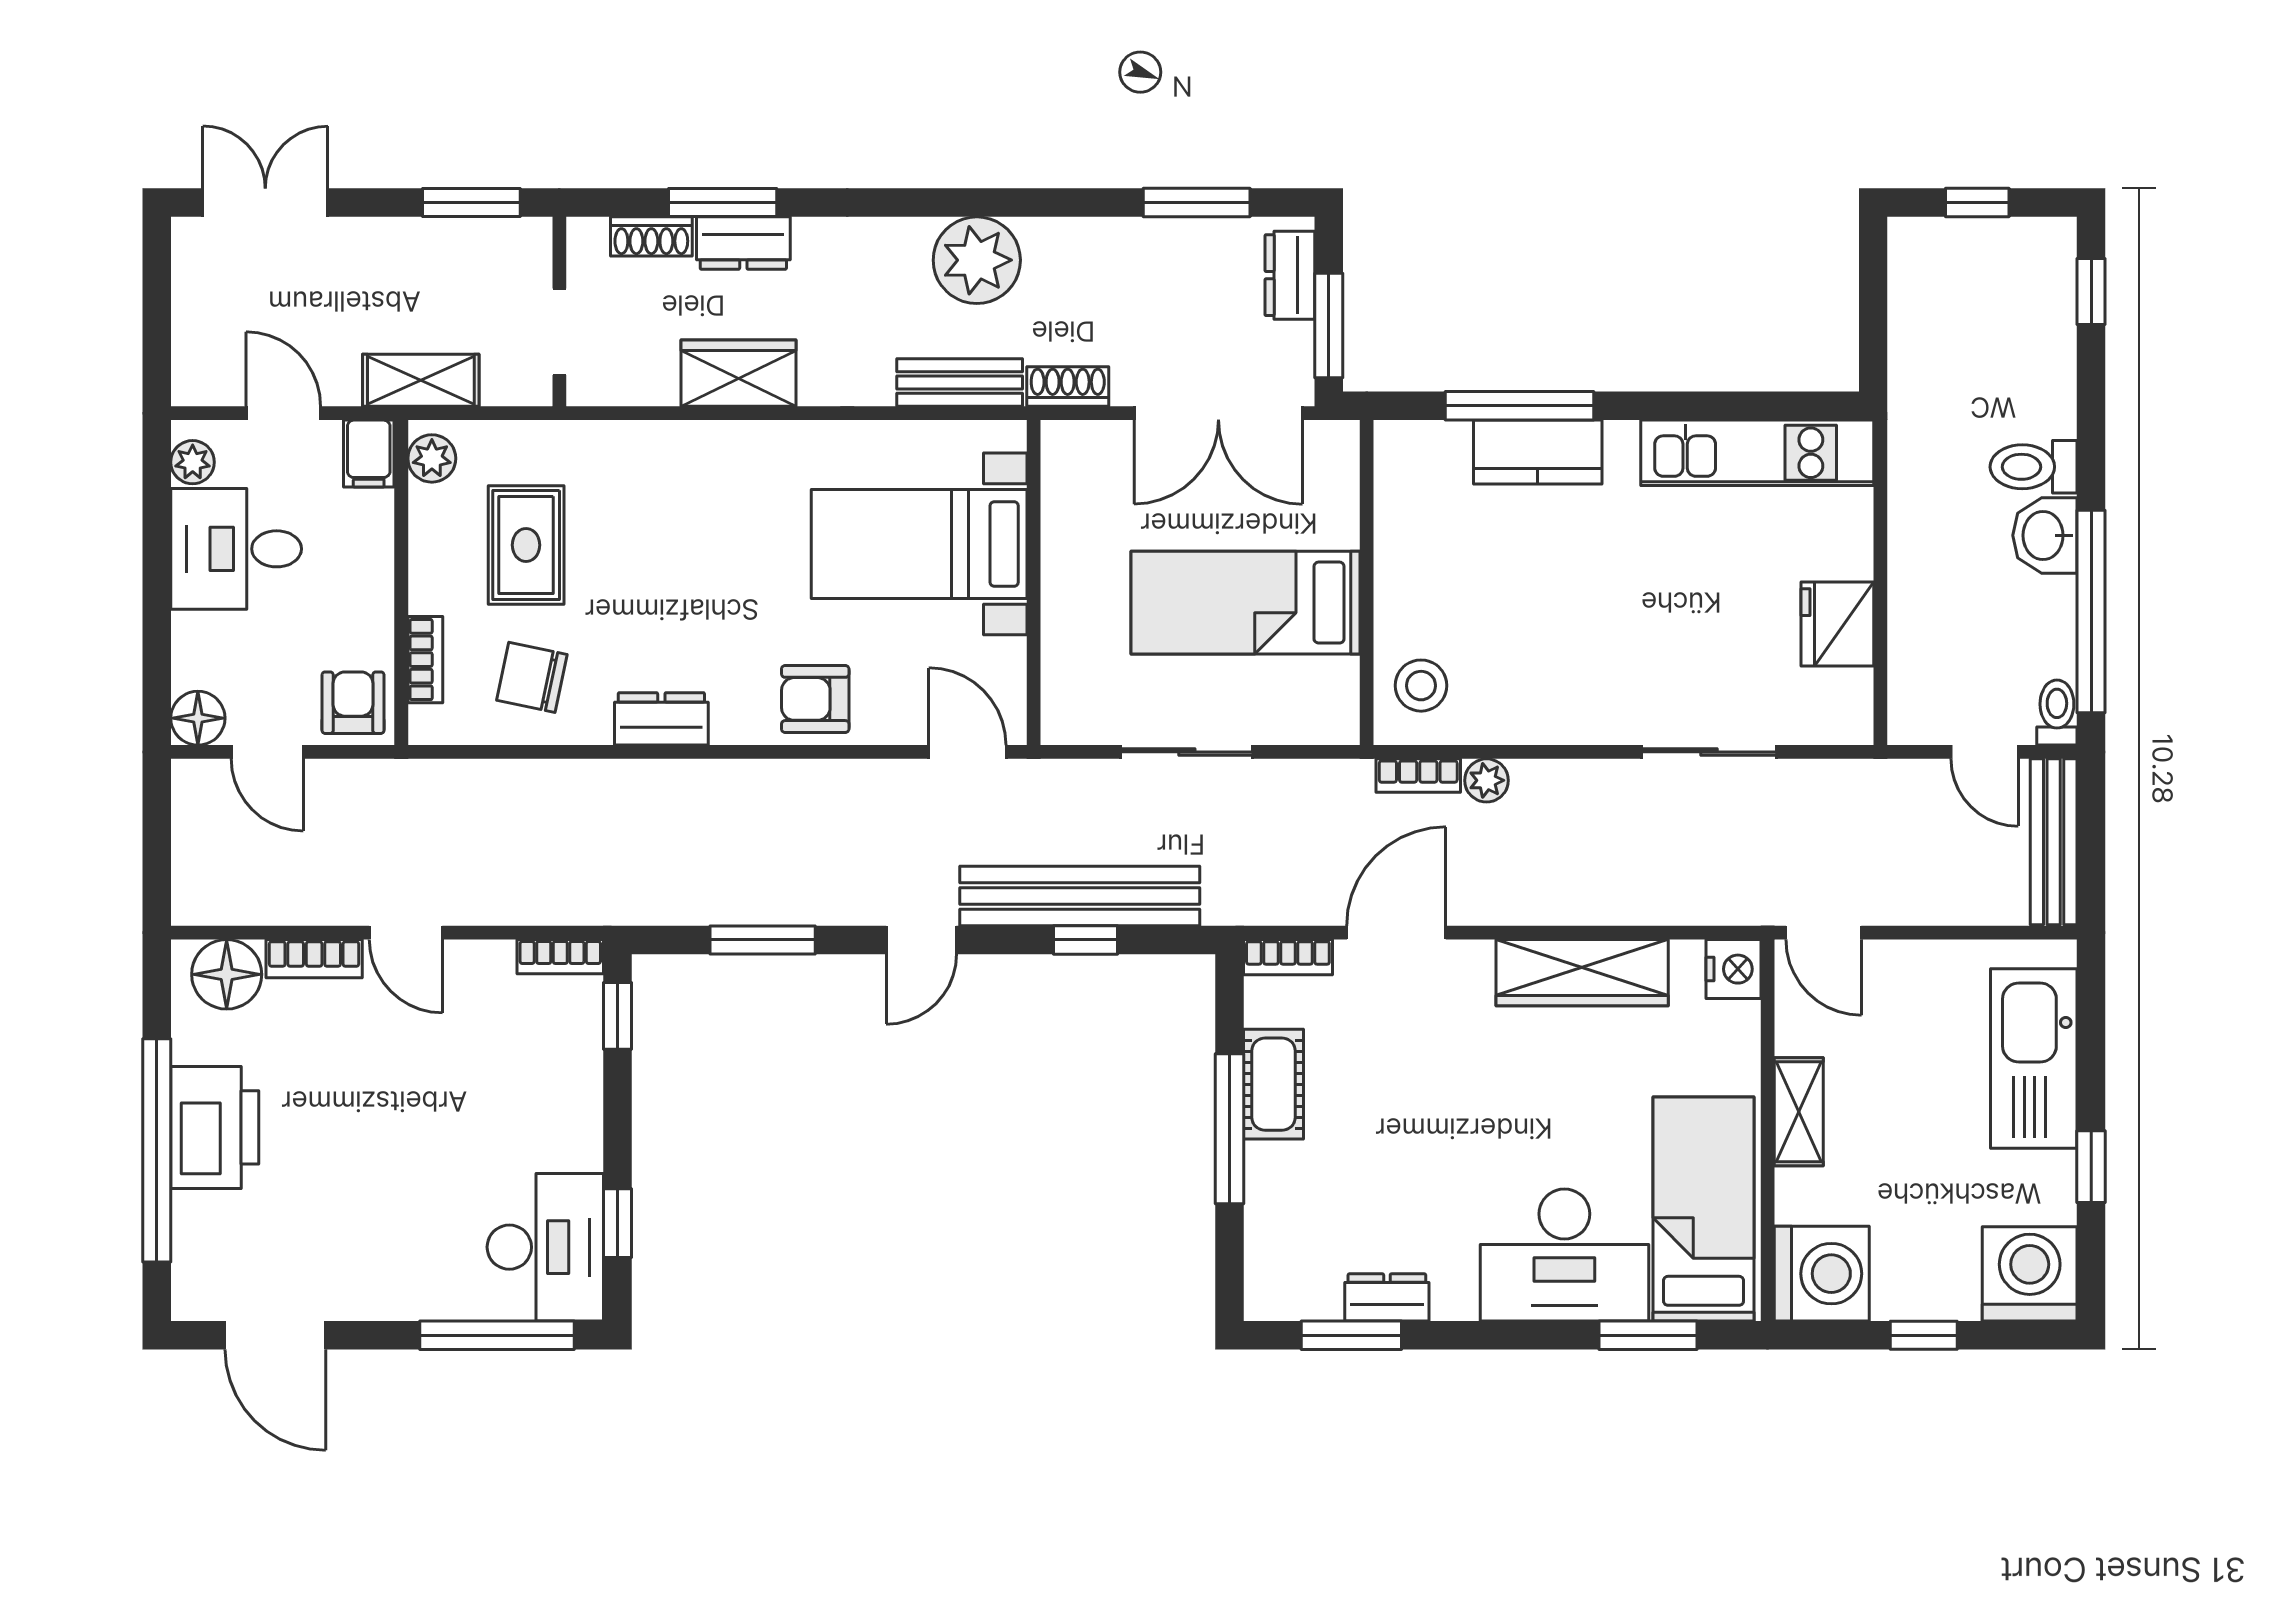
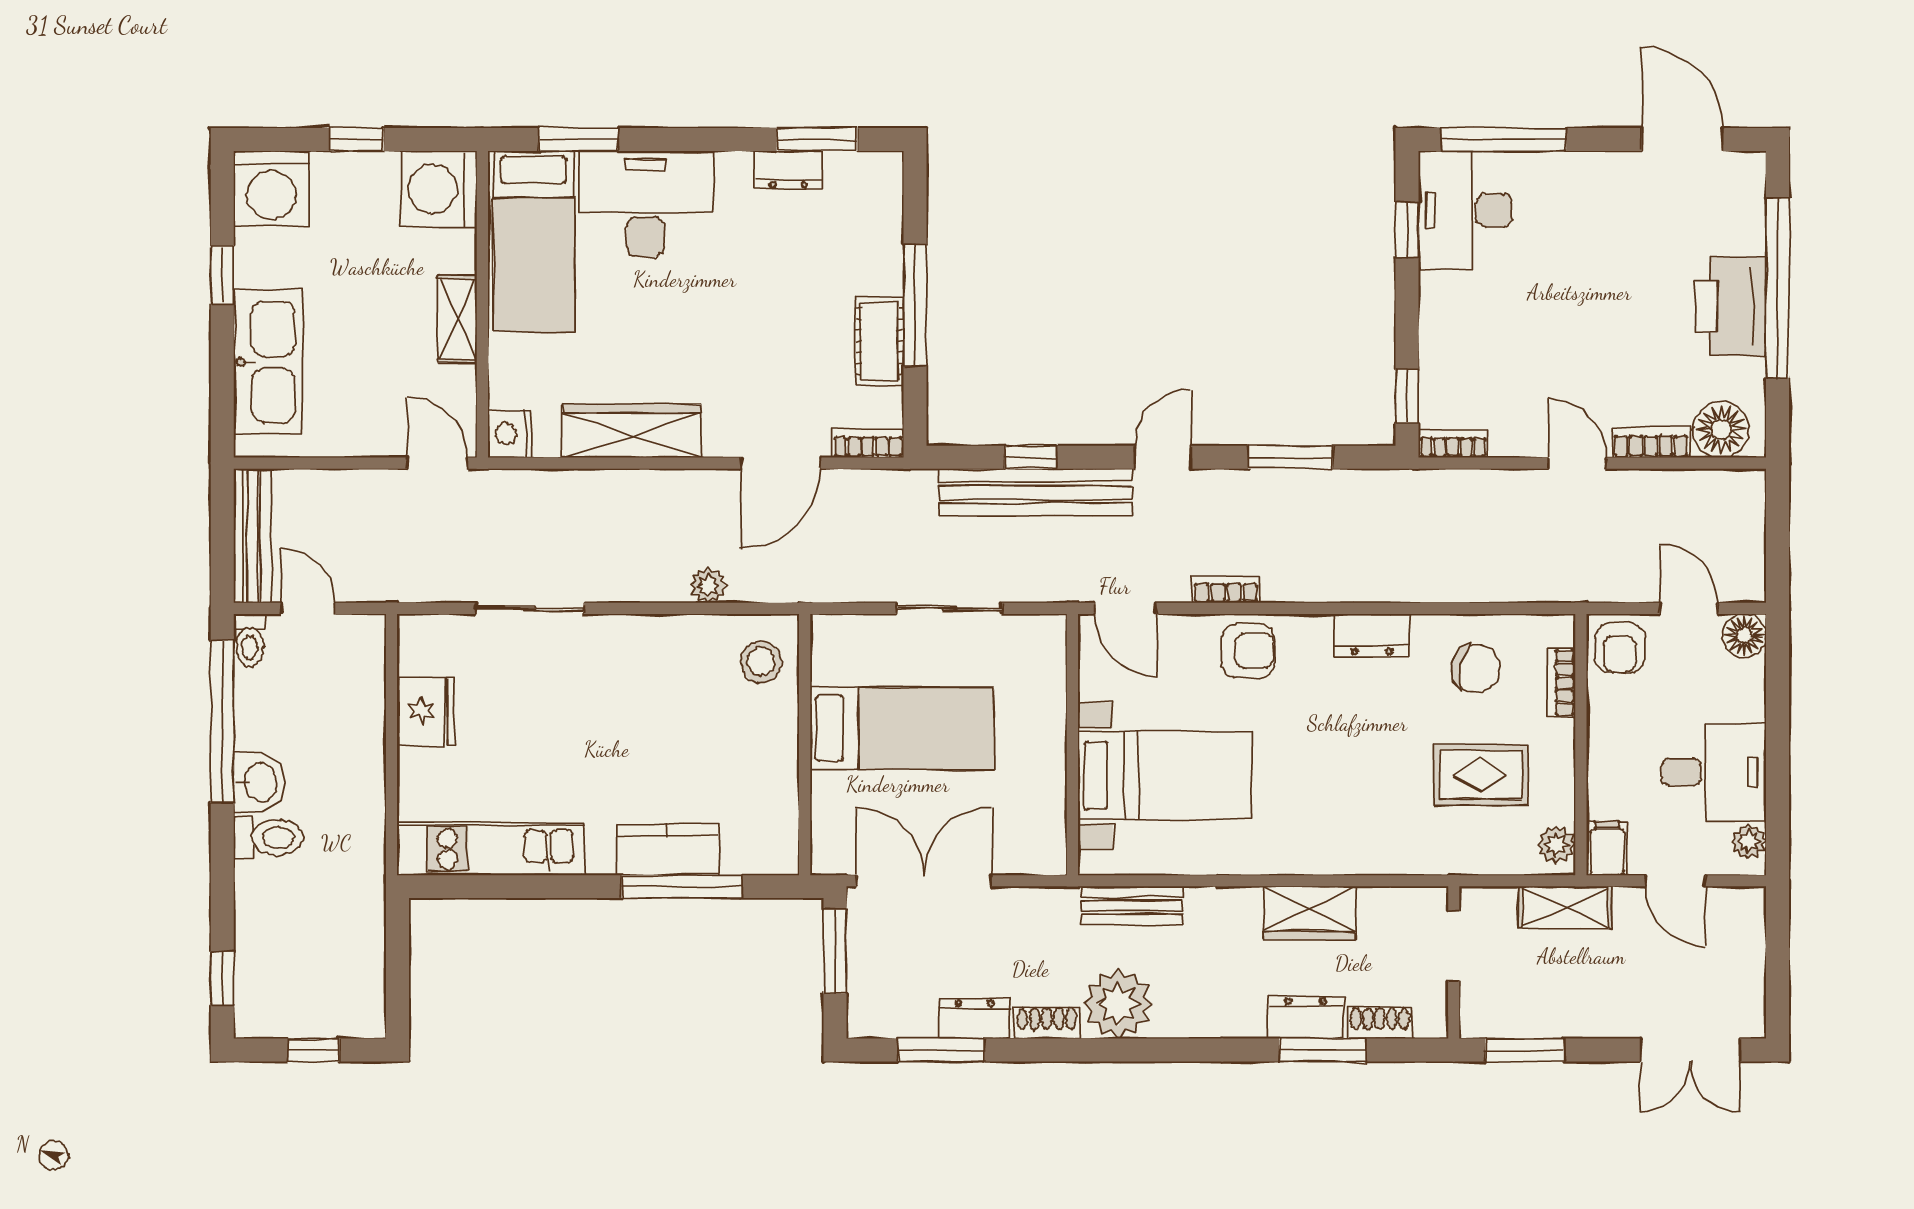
dresser: (1290, 275) -> (975, 1019), moved, turned -90
shoe rack: (1068, 387) -> (1047, 1023), moved, turned 180
rug: (526, 545) -> (1481, 775), turned 90
bookcase: (1418, 776) -> (1226, 589), moved

